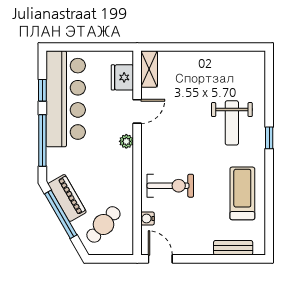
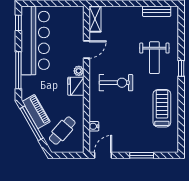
fridge: (122, 77) -> (76, 86), moved
window: (42, 90) -> (18, 23), moved
exercise bike: (170, 186) -> (116, 83), moved
bench: (233, 248) -> (157, 11), moved
door: (160, 259) -> (103, 155), hinge flipped
window: (214, 259) -> (142, 155), added

